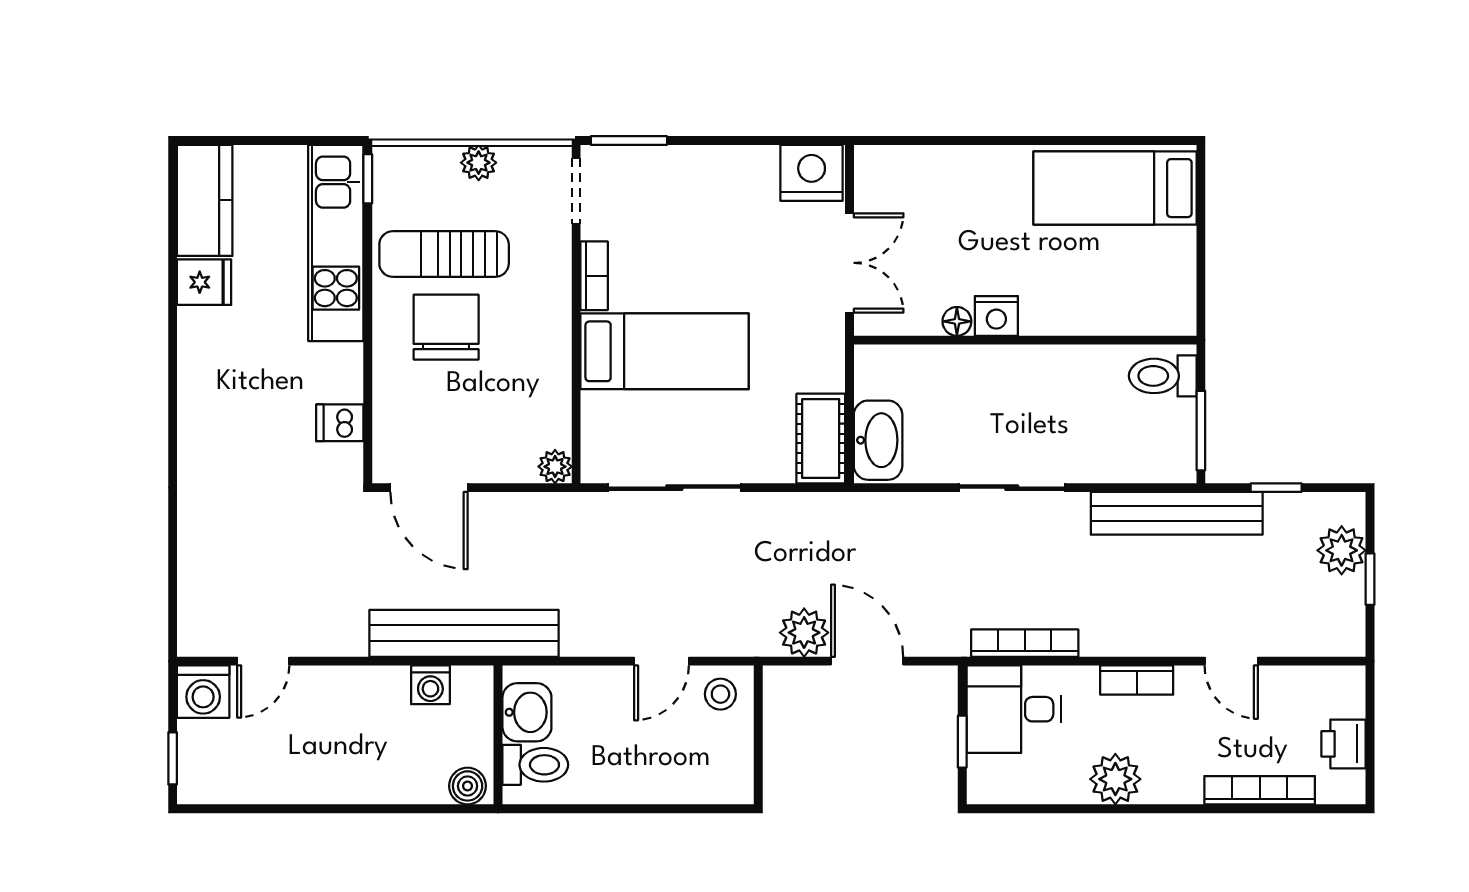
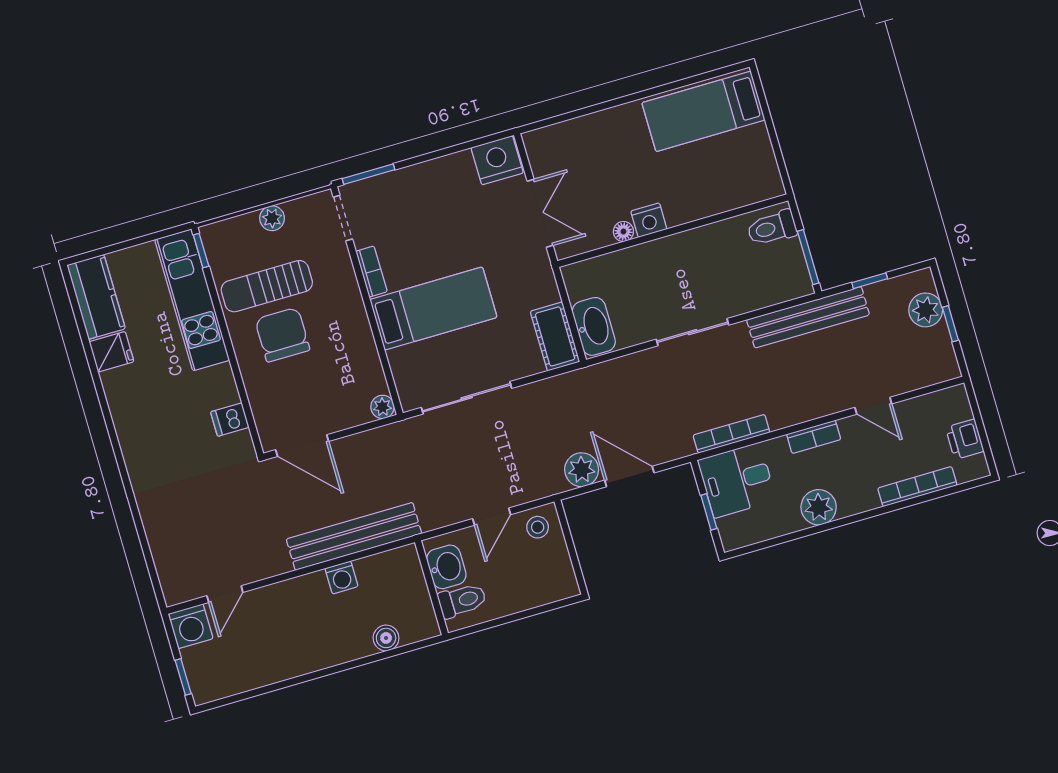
washbasin: (527, 712) -> (446, 567), moved
wall: (498, 735) -> (431, 588), moved
toilet: (535, 765) -> (462, 600), moved

